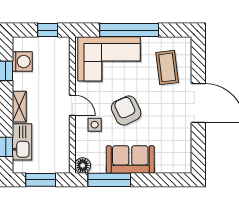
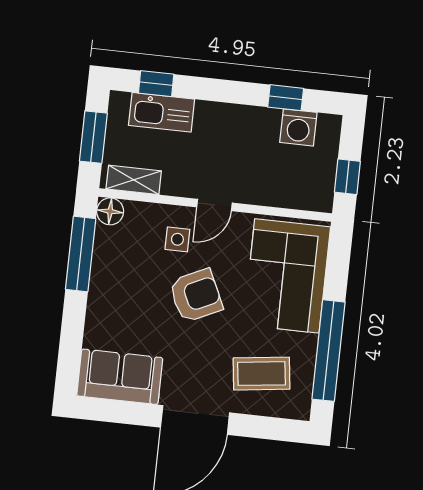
window: (129, 30) -> (329, 351), moved
shelving: (19, 107) -> (134, 180), moved
sofa: (130, 159) -> (120, 377), moved, turned -90

